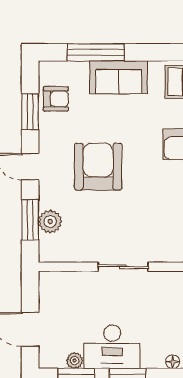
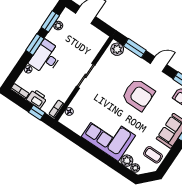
plant: (50, 222) -> (117, 49), moved
desk: (112, 347) -> (46, 57), moved

